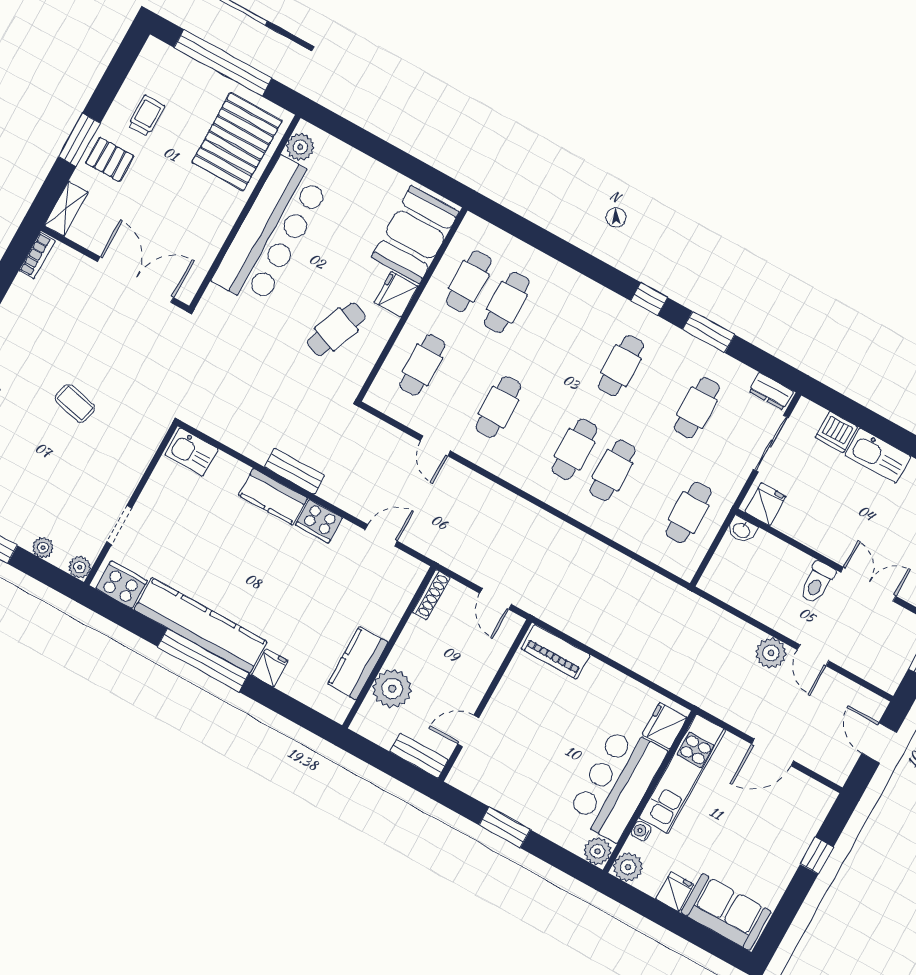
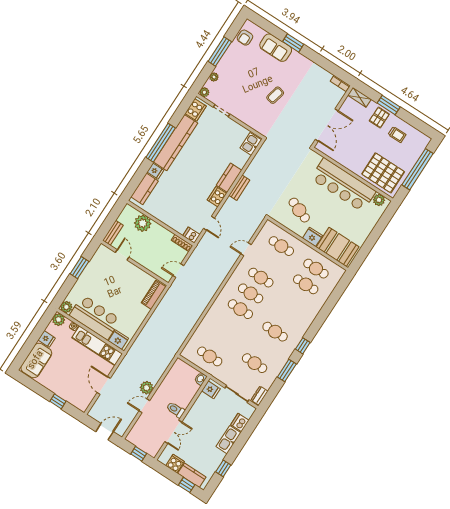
cafe table: (613, 470) -> (251, 293), moved
dishwasher: (412, 574) -> (191, 235), added
kitchen counter: (358, 663) -> (145, 189), moved, turned 90

